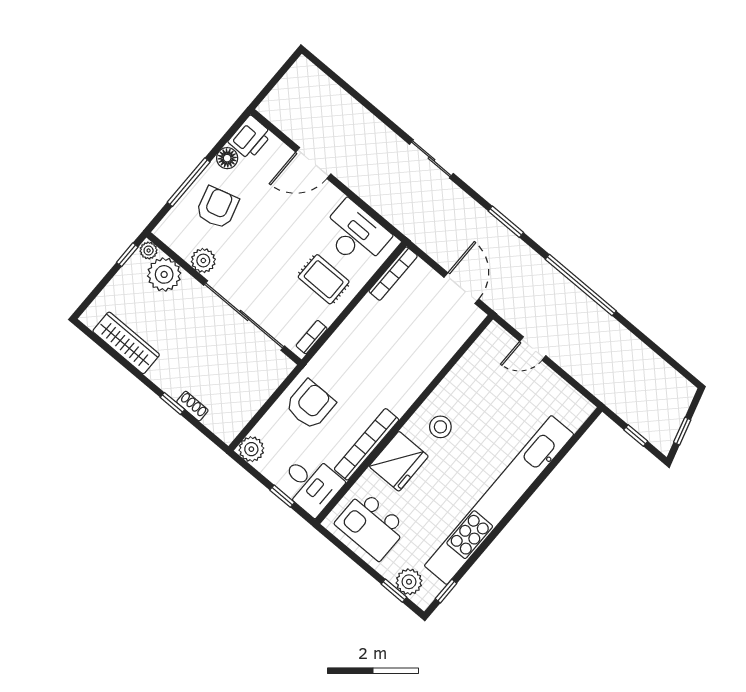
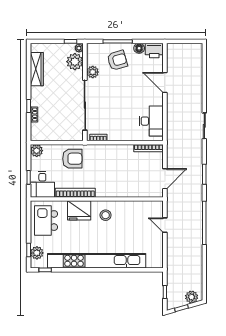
rug: (324, 279) -> (124, 124), removed
plant: (678, 401) -> (192, 297), added

